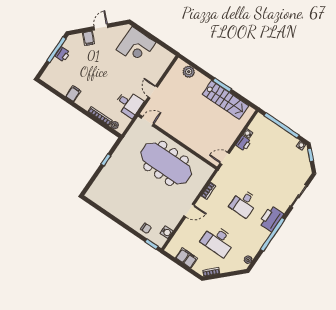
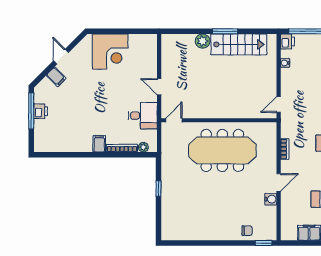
plant: (189, 72) -> (203, 41), moved
filing cabinet: (73, 94) -> (99, 144), moved
printer: (244, 143) -> (287, 41), moved
water cooler: (167, 232) -> (271, 199), moved

